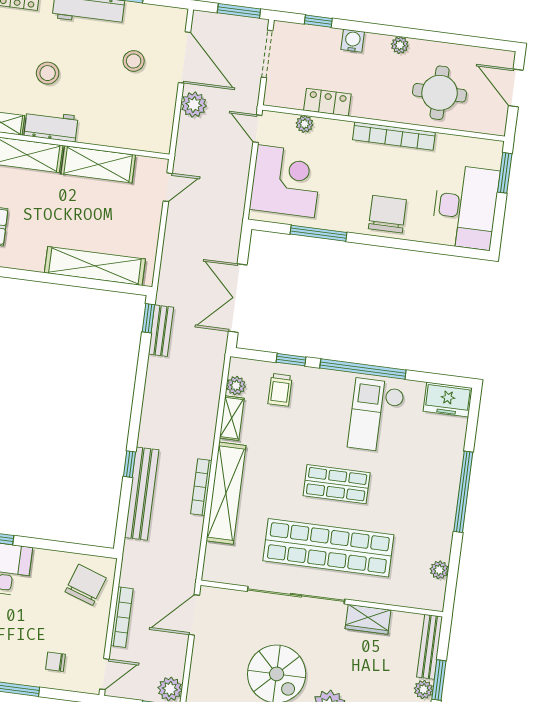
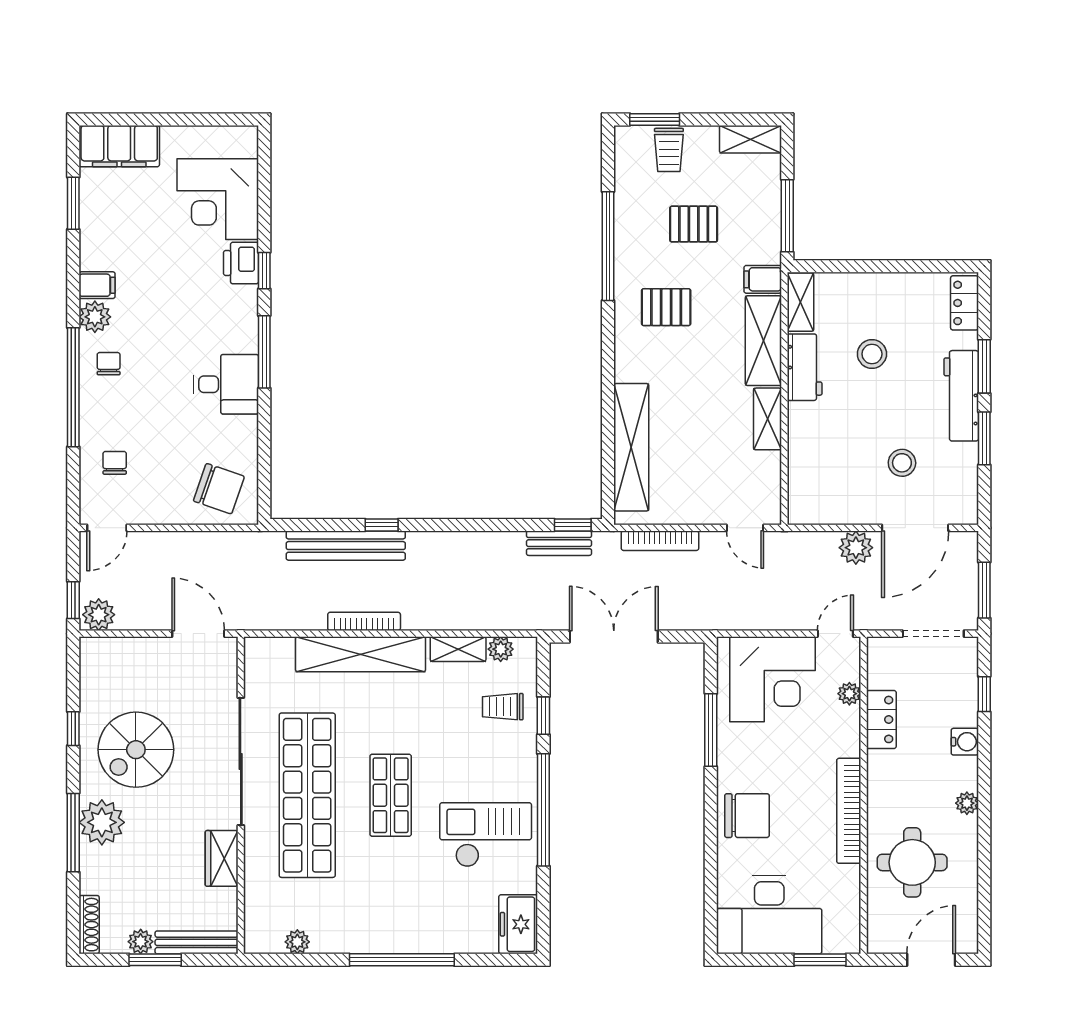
shelving: (98, 164) -> (767, 419), width x0.67, depth x0.75
bookcase: (122, 617) -> (660, 541), moved
door: (104, 674) -> (107, 528), hinge flipped

